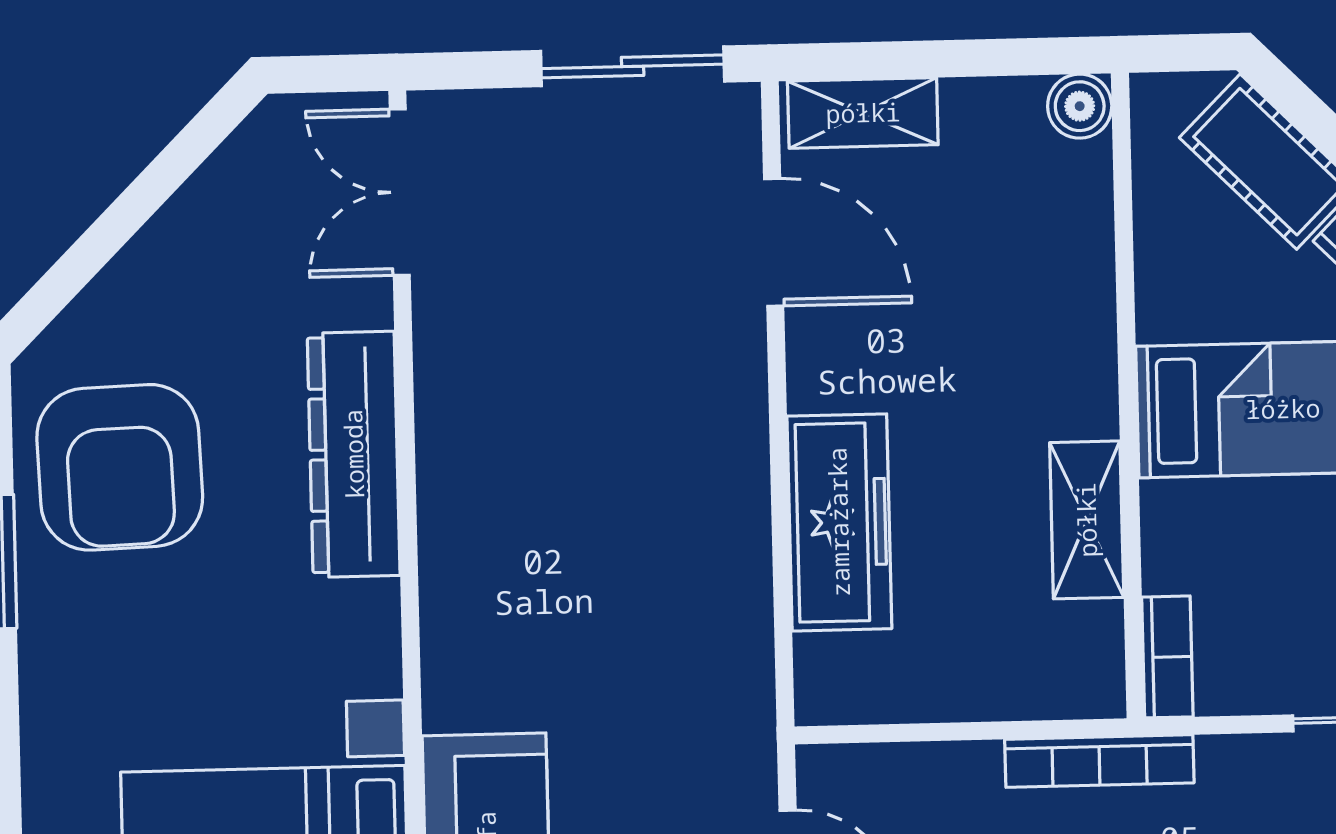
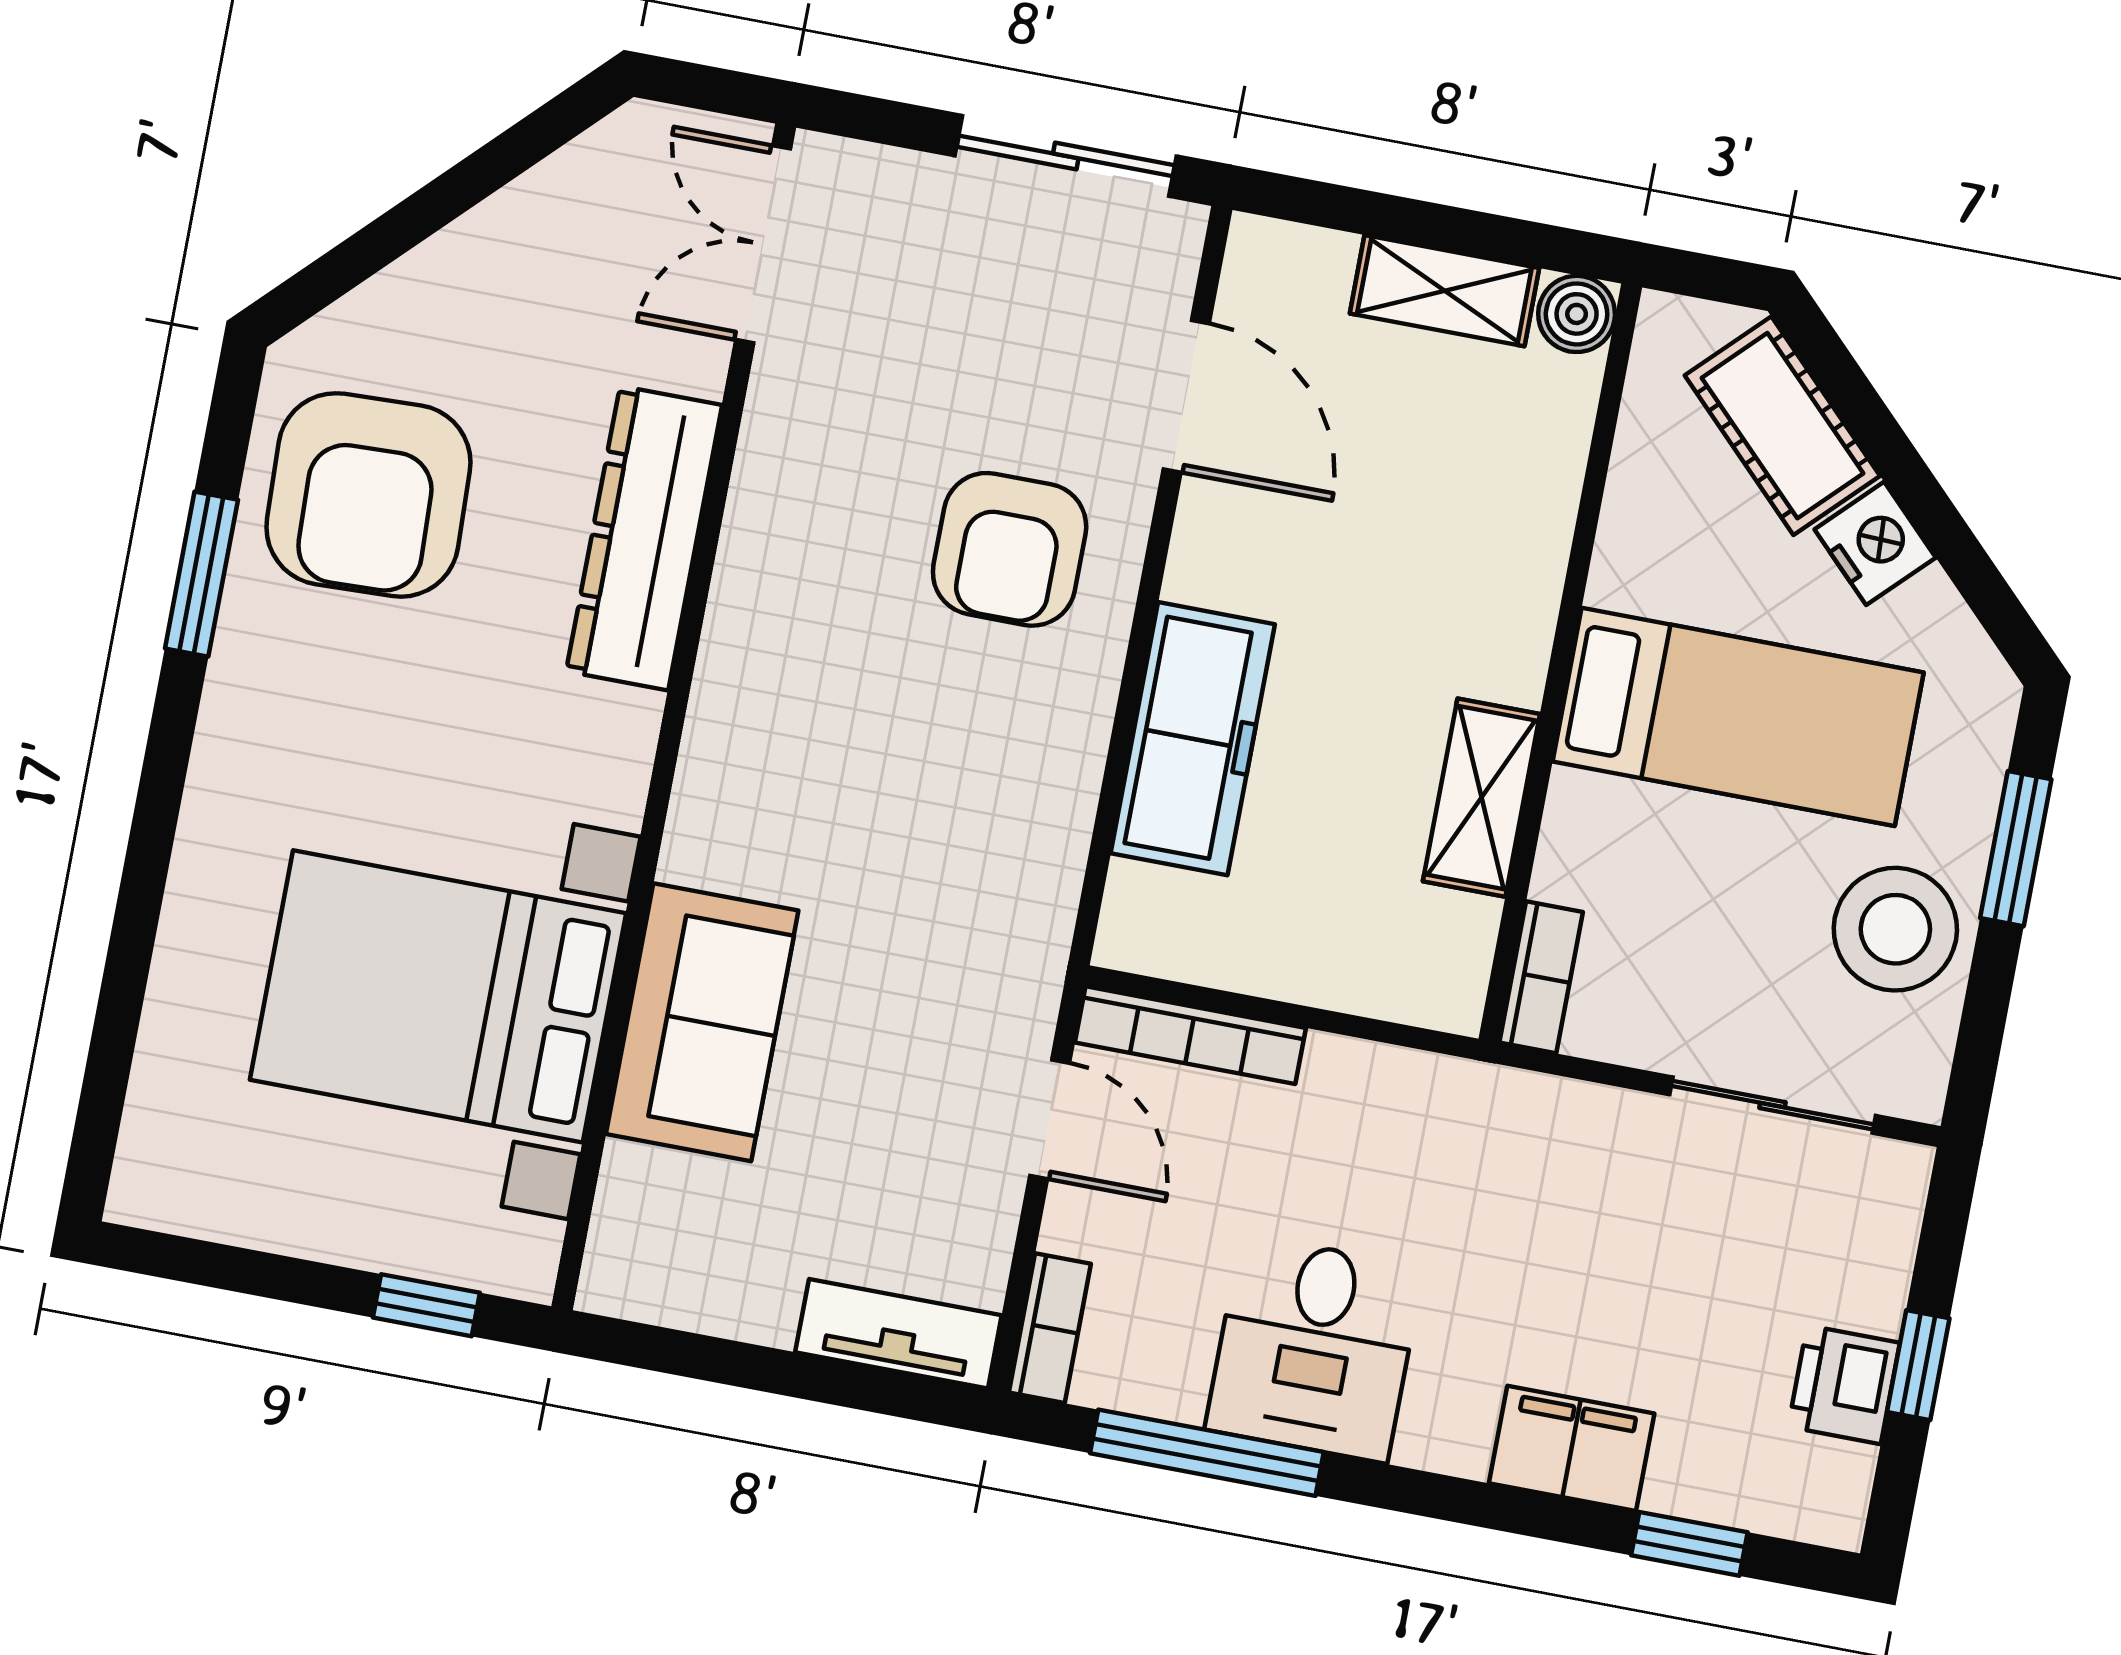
shelving: (863, 113) -> (1444, 291), moved
armchair: (656, 399) -> (1010, 549), added
bookcase: (1099, 761) -> (1190, 1035), moved

